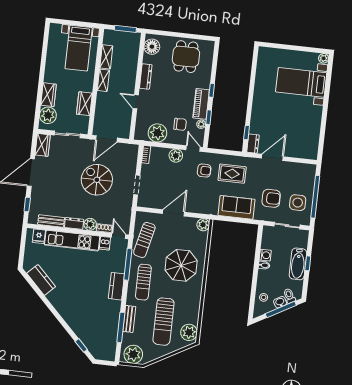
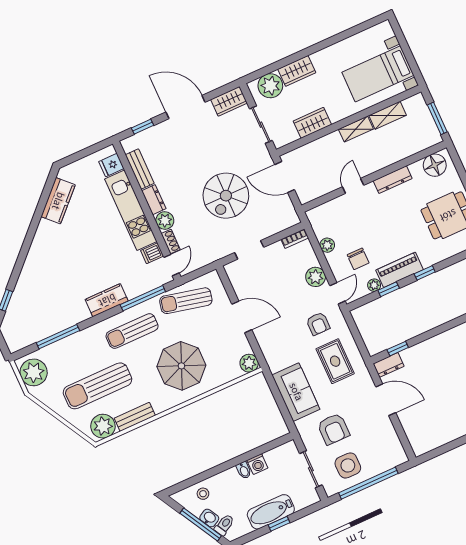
plant: (157, 133) -> (327, 245), width x0.53, depth x0.53
spiral stairs: (97, 180) -> (226, 196), turned 180
bench: (129, 319) -> (135, 417), moved

